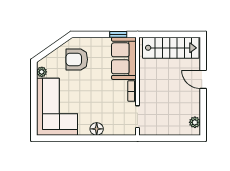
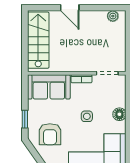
window: (118, 34) -> (25, 119), moved
door: (203, 79) -> (70, 8), hinge flipped
side table: (95, 96) -> (87, 116), added

